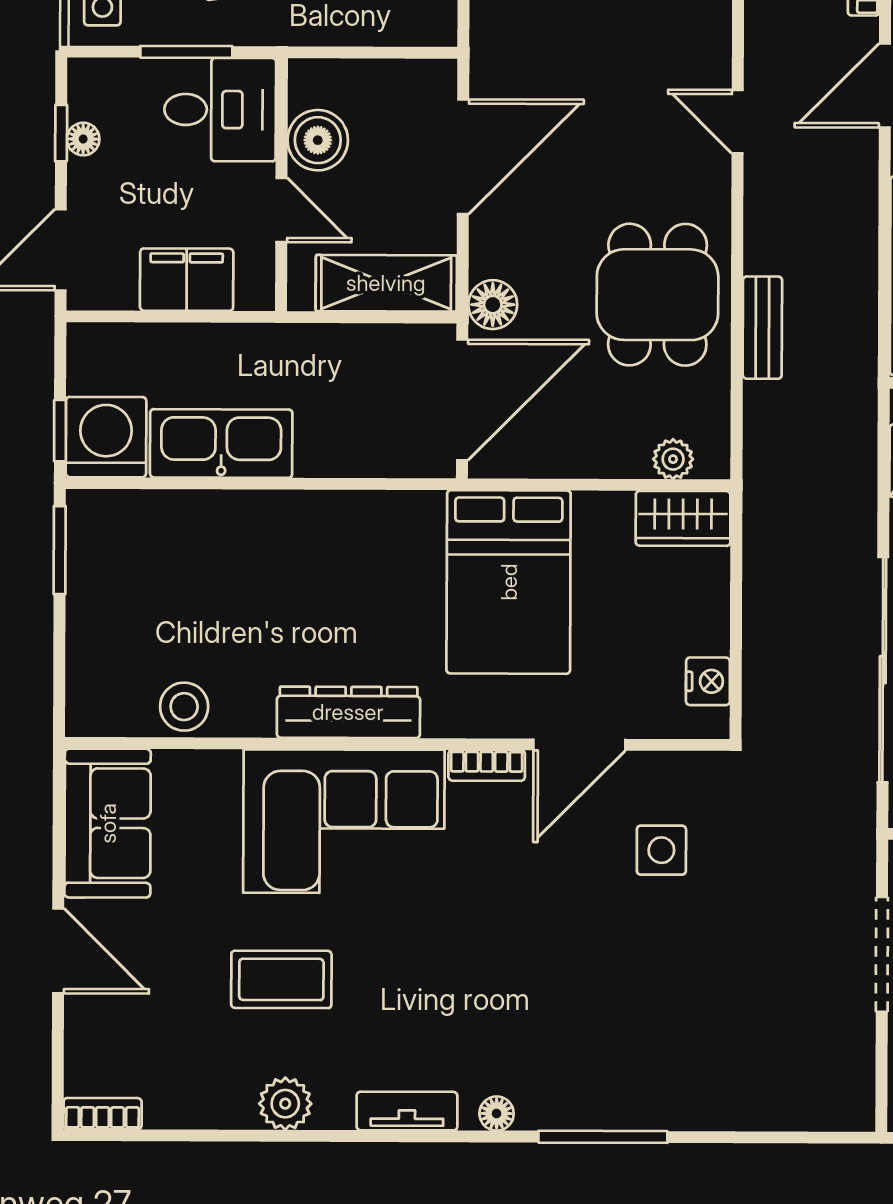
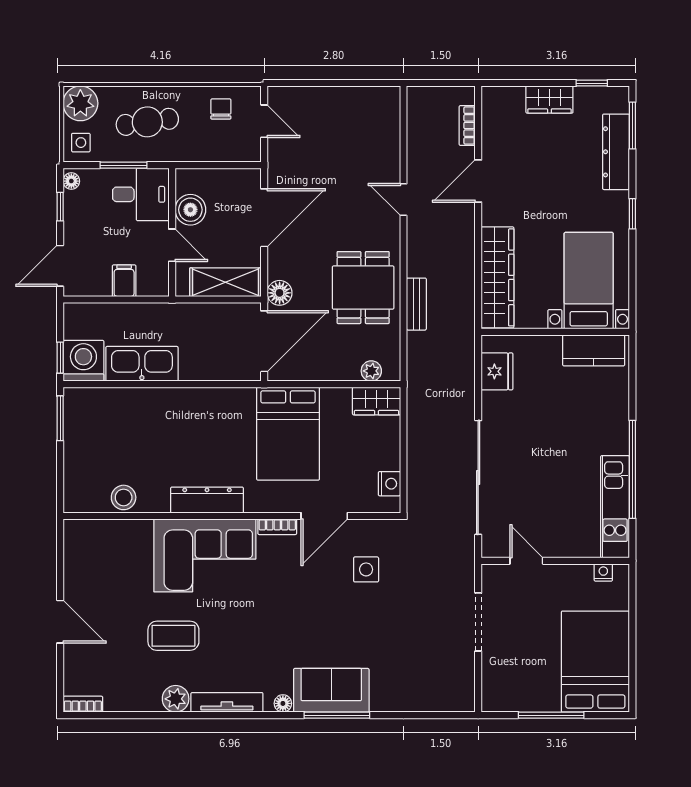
floor lamp: (83, 139) -> (71, 181), moved
filing cabinet: (187, 280) -> (124, 281), width x0.50
sofa: (108, 823) -> (331, 690), moved, turned -90
tv unit: (407, 1111) -> (227, 702), width x1.41

